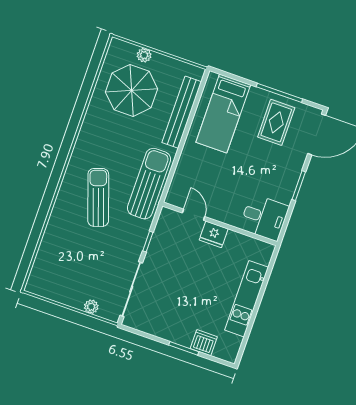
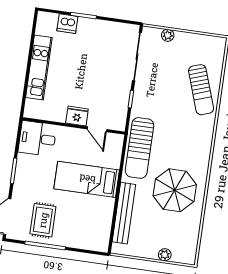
parasol: (132, 90) -> (175, 190), moved
bed: (223, 114) -> (87, 179), moved, turned -90
sun lounger: (98, 197) -> (201, 90), moved

